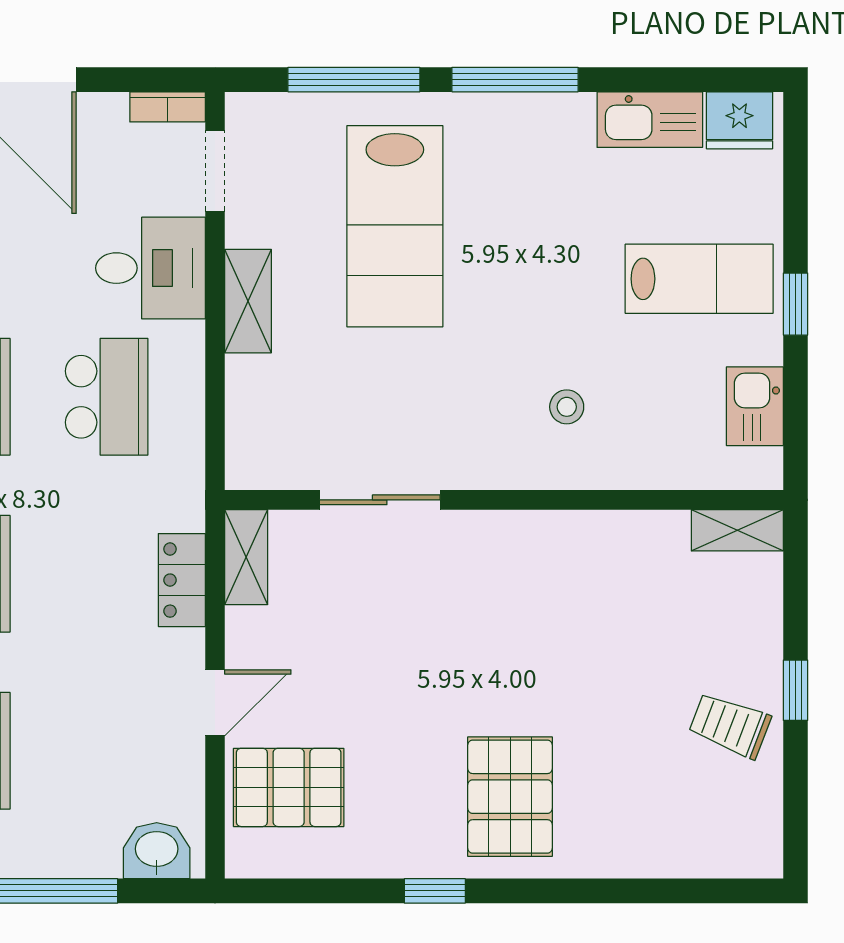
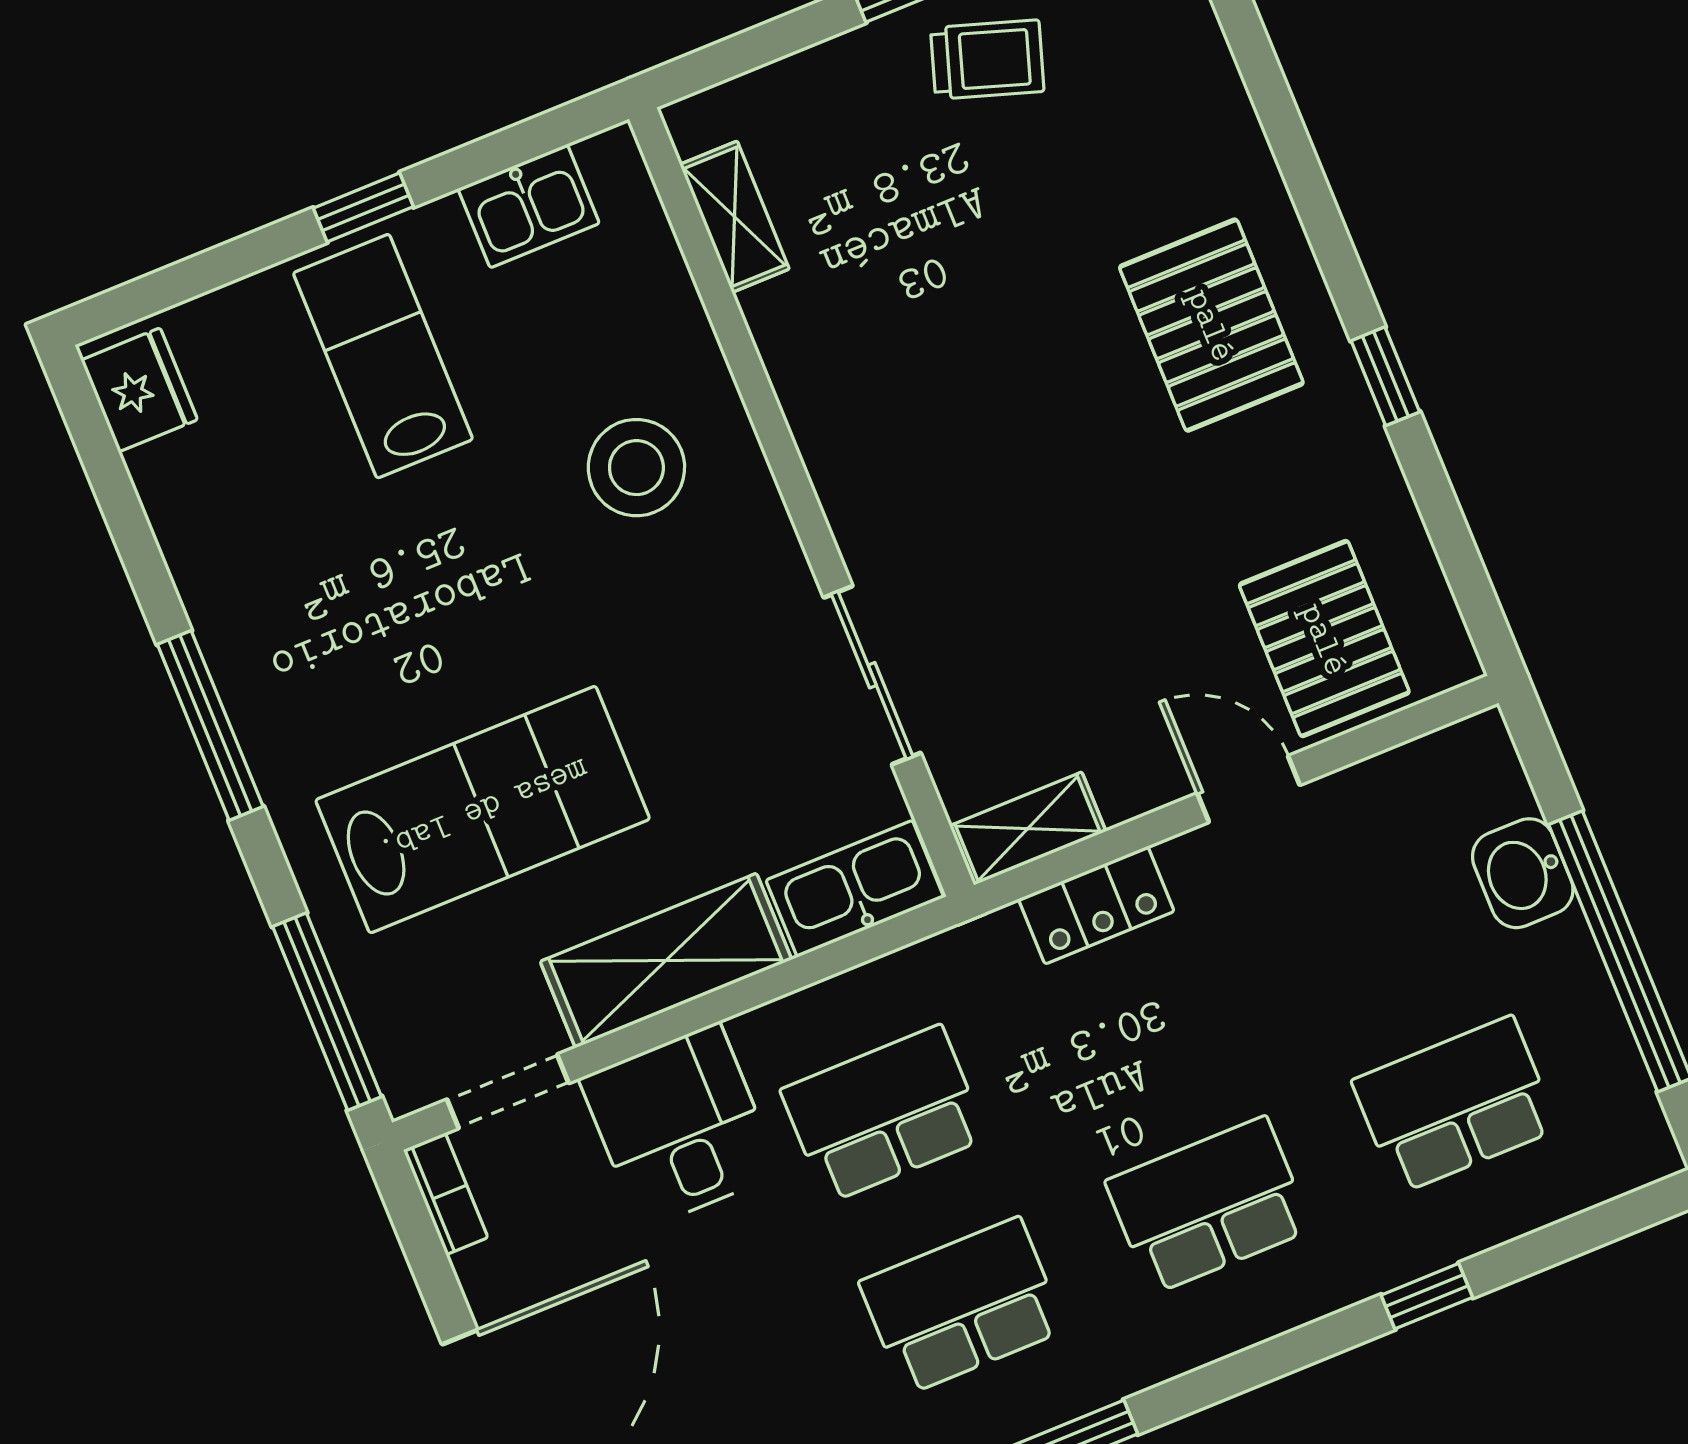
window: (354, 80) -> (327, 1012), moved
kitchen sink: (650, 120) -> (855, 889), moved, turned -90
shelving: (248, 301) -> (666, 961), width x1.50, depth x1.33
stool: (567, 407) -> (636, 468), width x1.89, depth x1.89
shelving: (737, 530) -> (734, 217), moved
trolley: (730, 725) -> (987, 60), turned -93
pallet: (510, 797) -> (1211, 325), turned 90
washbasin: (157, 851) -> (1523, 873), moved

